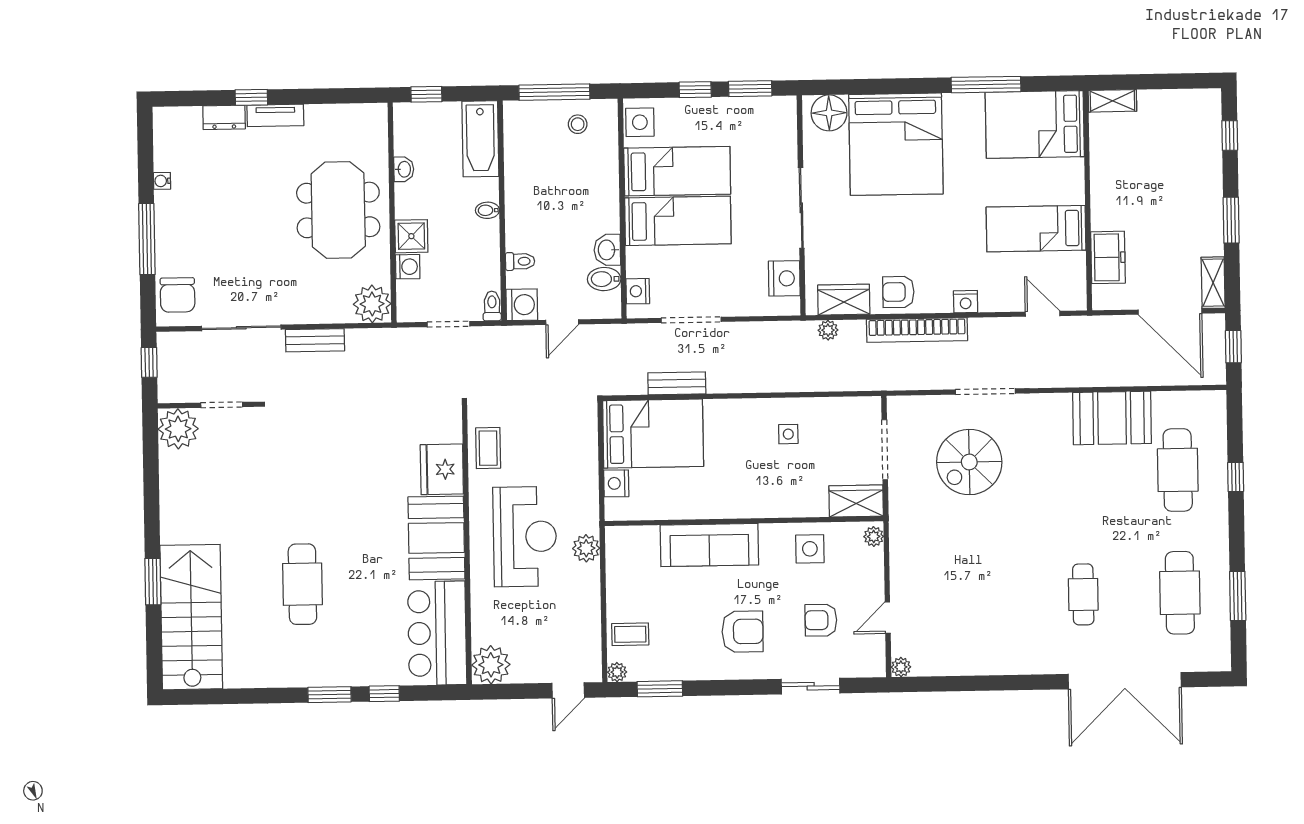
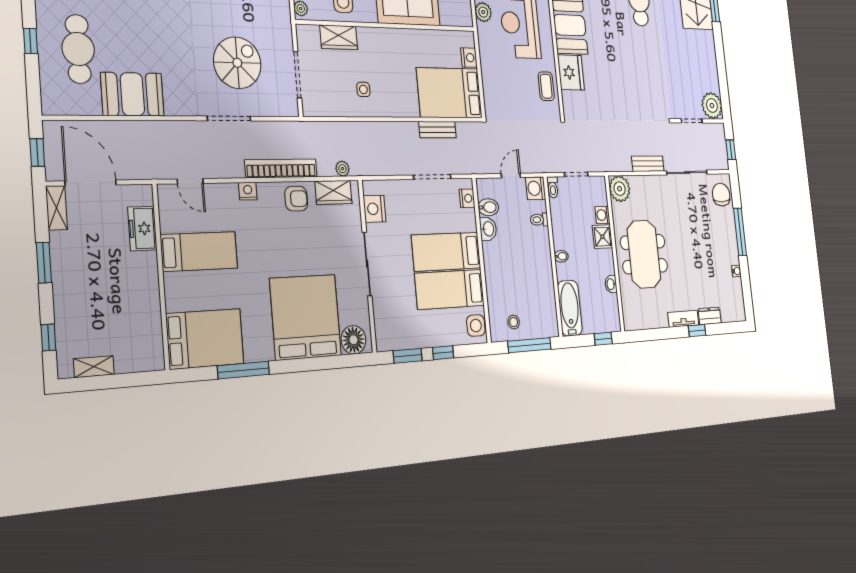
shelving: (1112, 101) -> (94, 367), moved
wardrobe: (856, 501) -> (339, 37), moved

